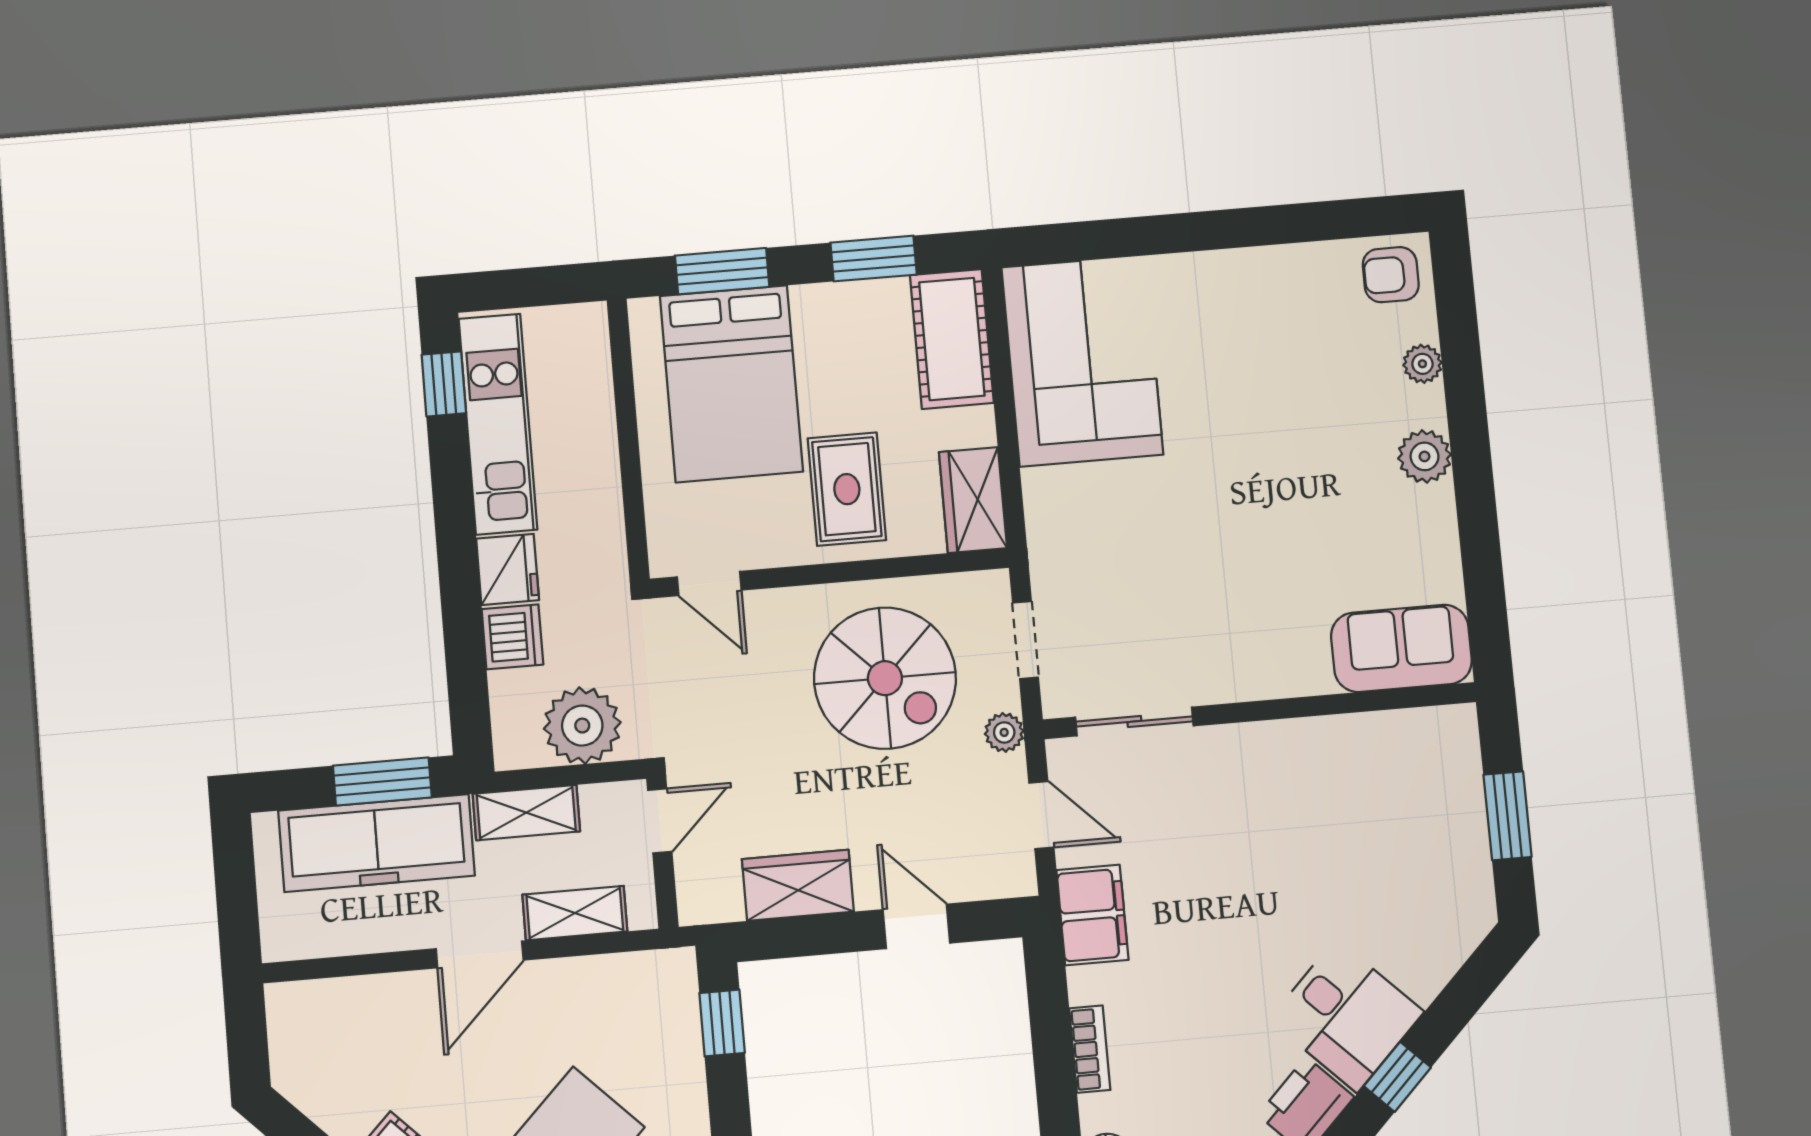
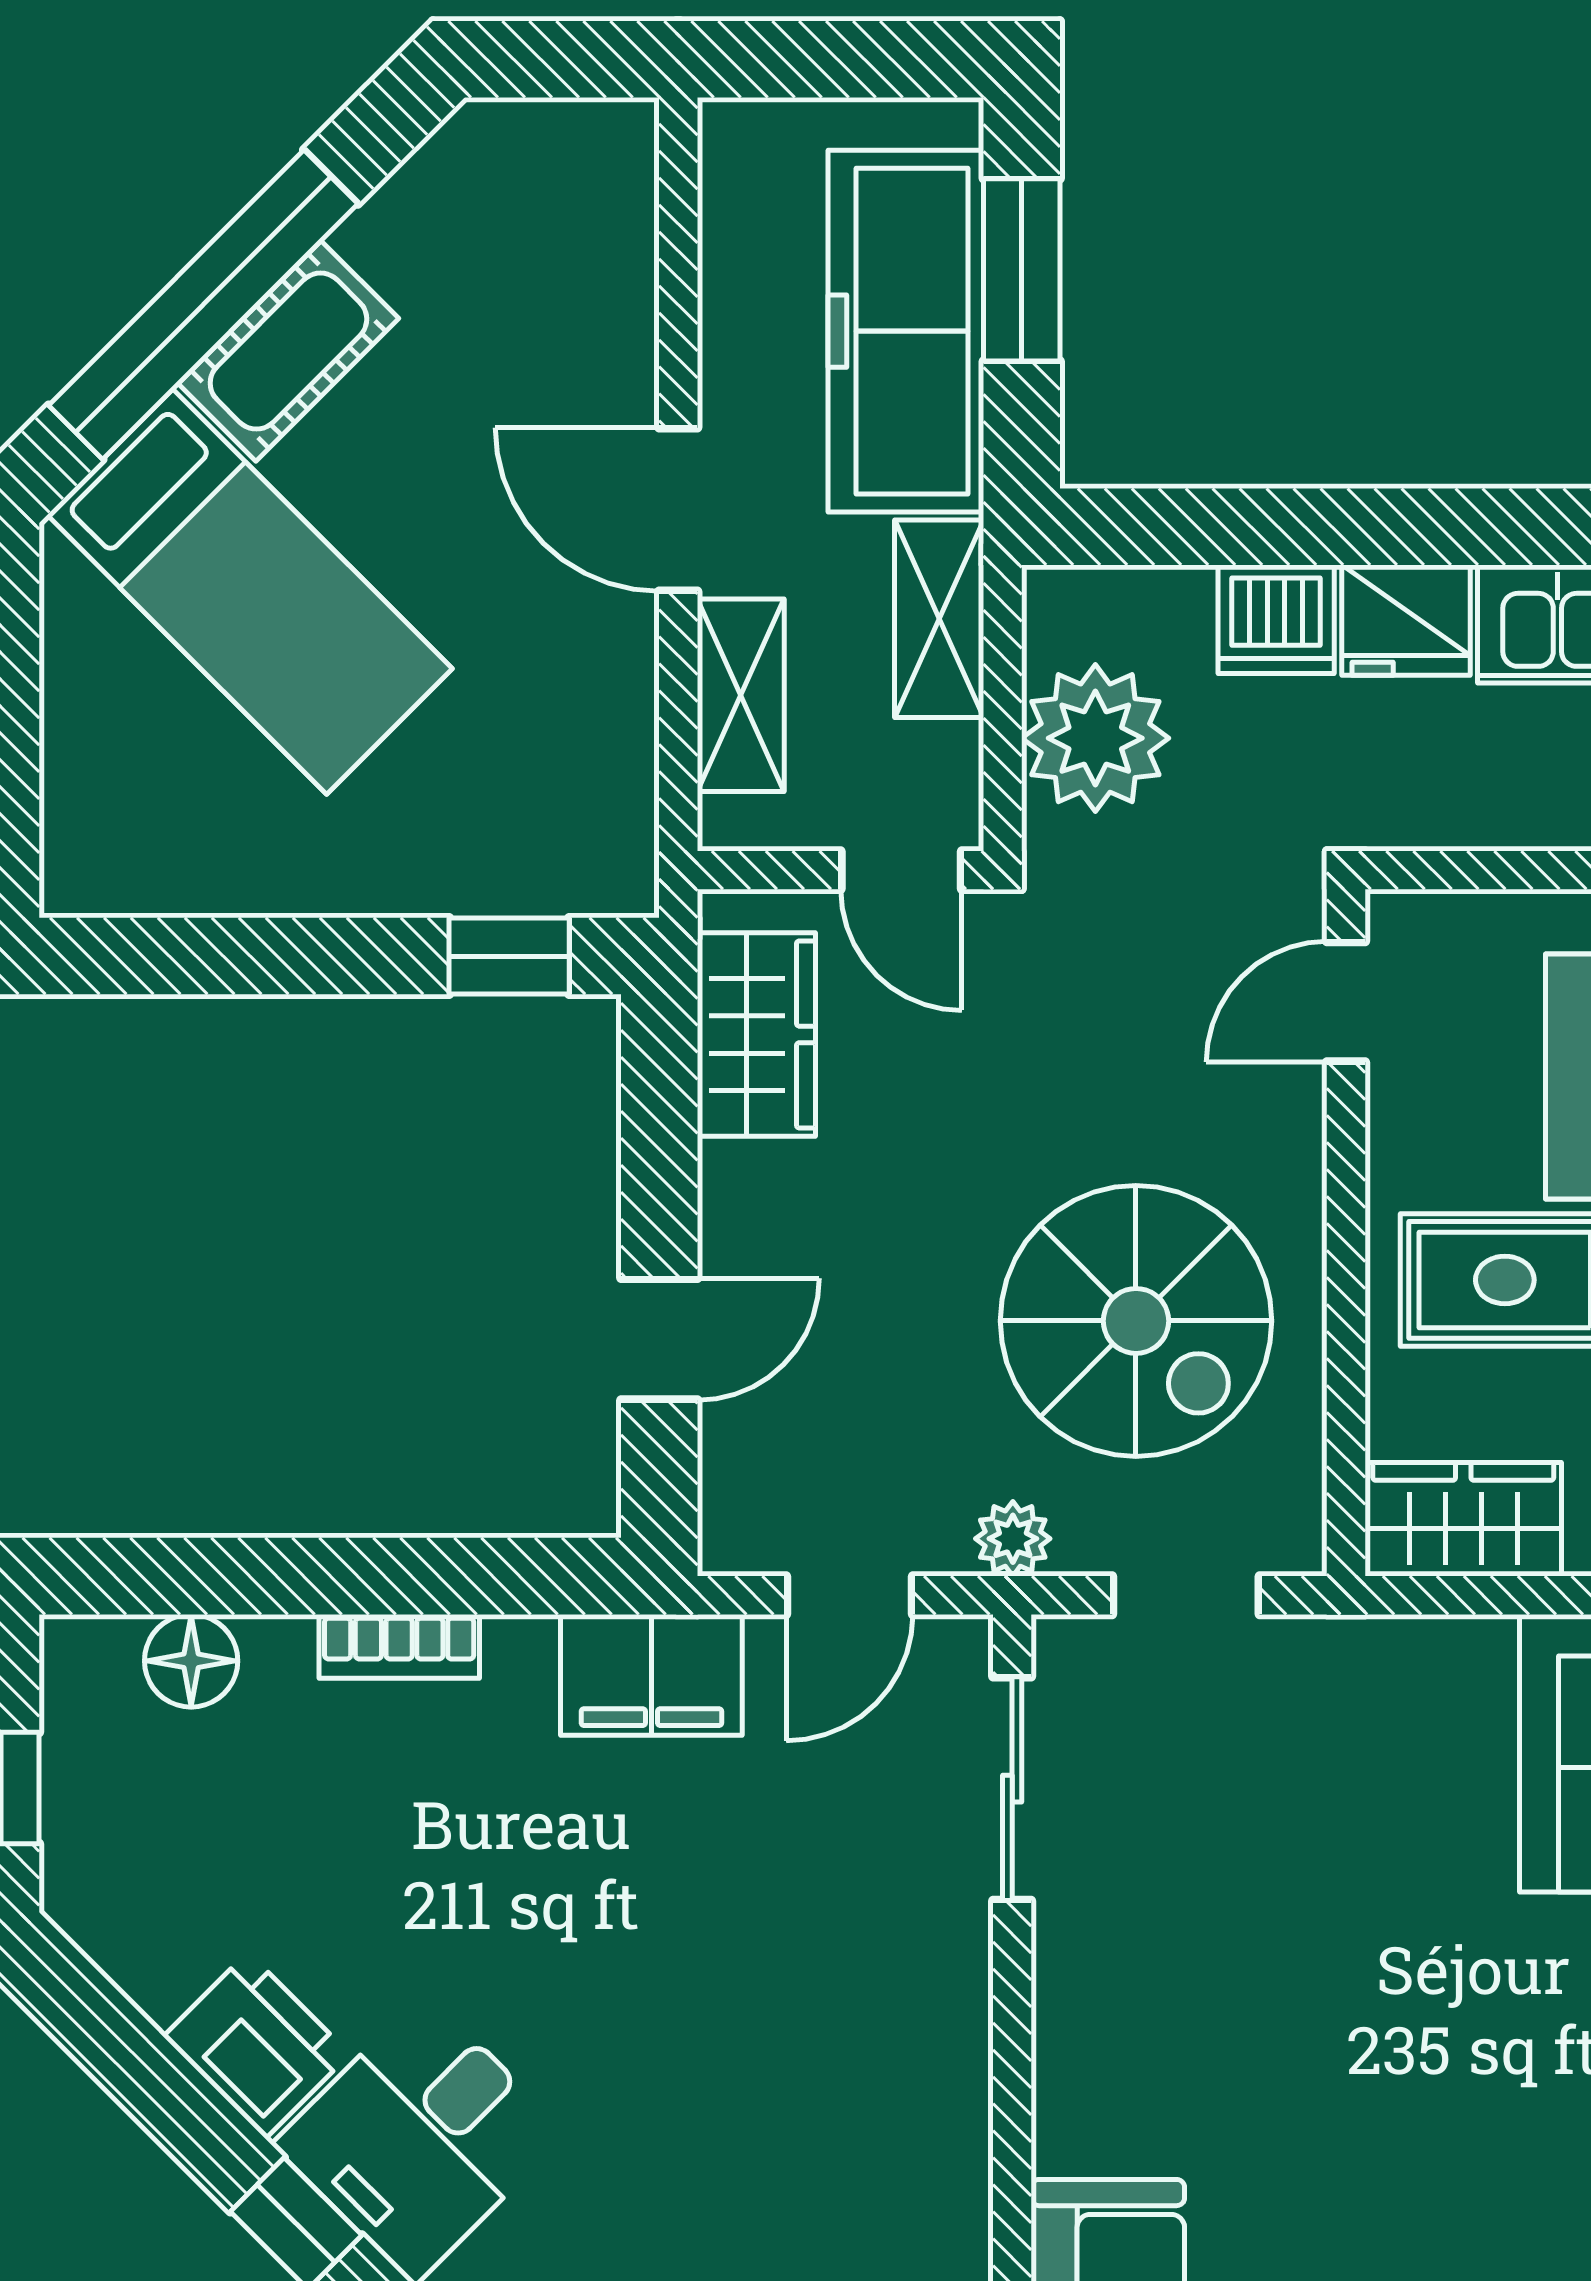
spiral stairs: (885, 678) -> (1136, 1321), turned -90
window: (382, 781) -> (1022, 270), moved
wardrobe: (798, 885) -> (756, 1034), moved

